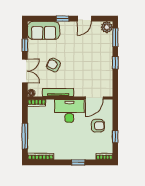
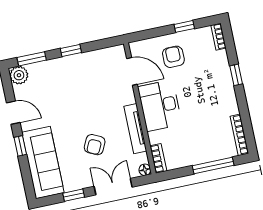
sofa: (44, 31) -> (43, 162), width x1.36

